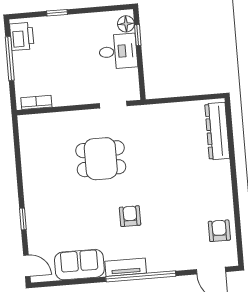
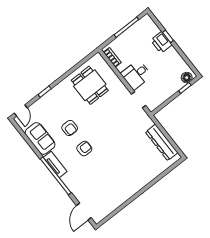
printer: (22, 36) -> (161, 42), moved, turned 90
desk: (118, 51) -> (136, 75), moved, turned 90
dresser: (217, 131) -> (162, 142), moved, turned -90
dining table: (101, 159) -> (90, 85), moved
armchair: (219, 231) -> (70, 128), moved, turned 90

